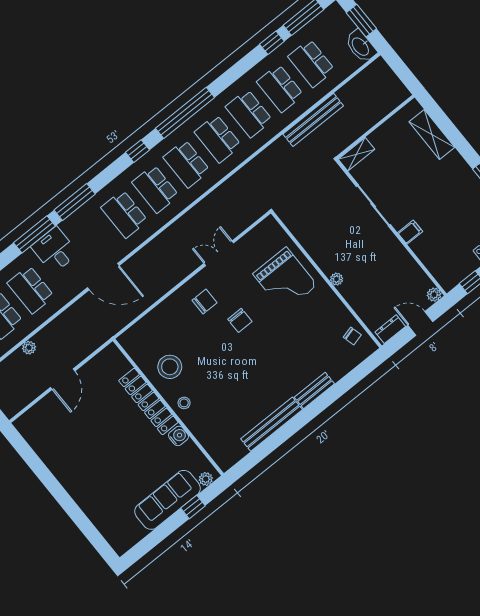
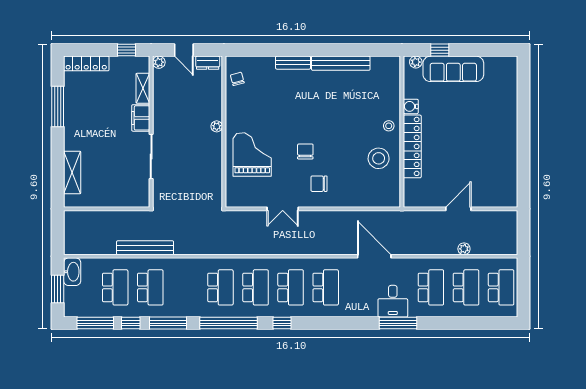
school desk: (249, 113) -> (185, 287), removed
shelving: (356, 154) -> (143, 88), moved, turned 90
window: (75, 202) -> (168, 323), moved
filing cabinet: (410, 232) -> (141, 118), width x2.00

